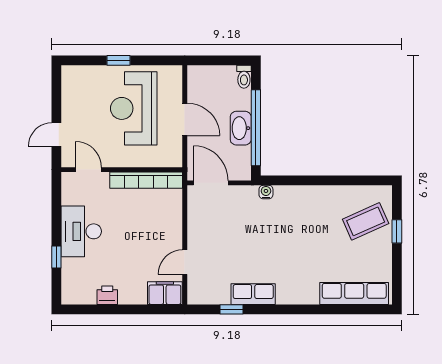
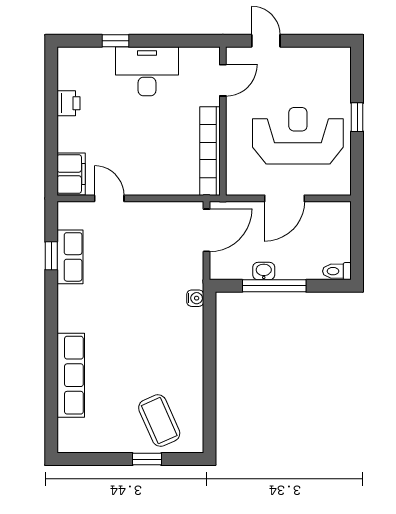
washbasin: (241, 128) -> (264, 271), width x0.52, depth x0.69
window: (256, 128) -> (274, 286), width x0.68
row of seats: (354, 293) -> (71, 375), moved
row of seats: (253, 294) -> (70, 257), moved

